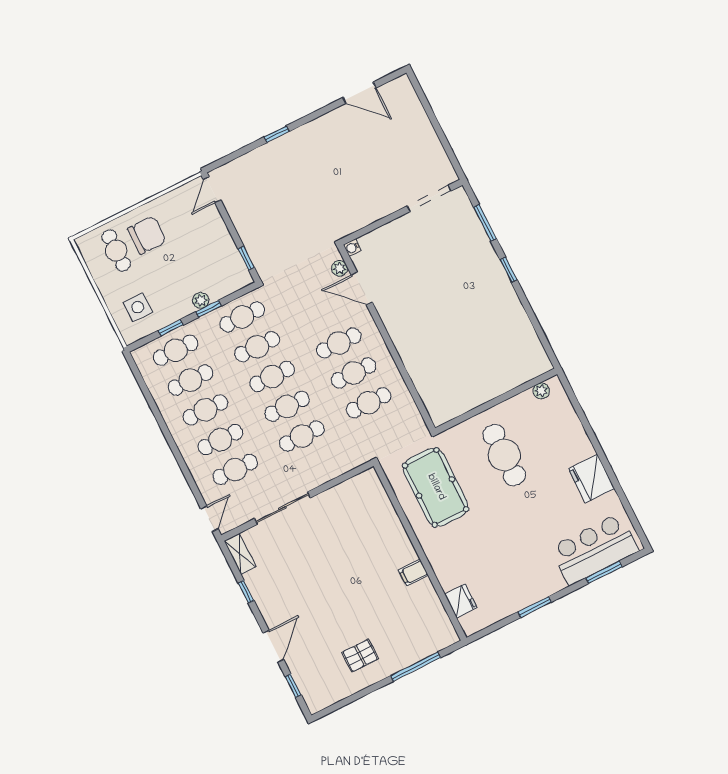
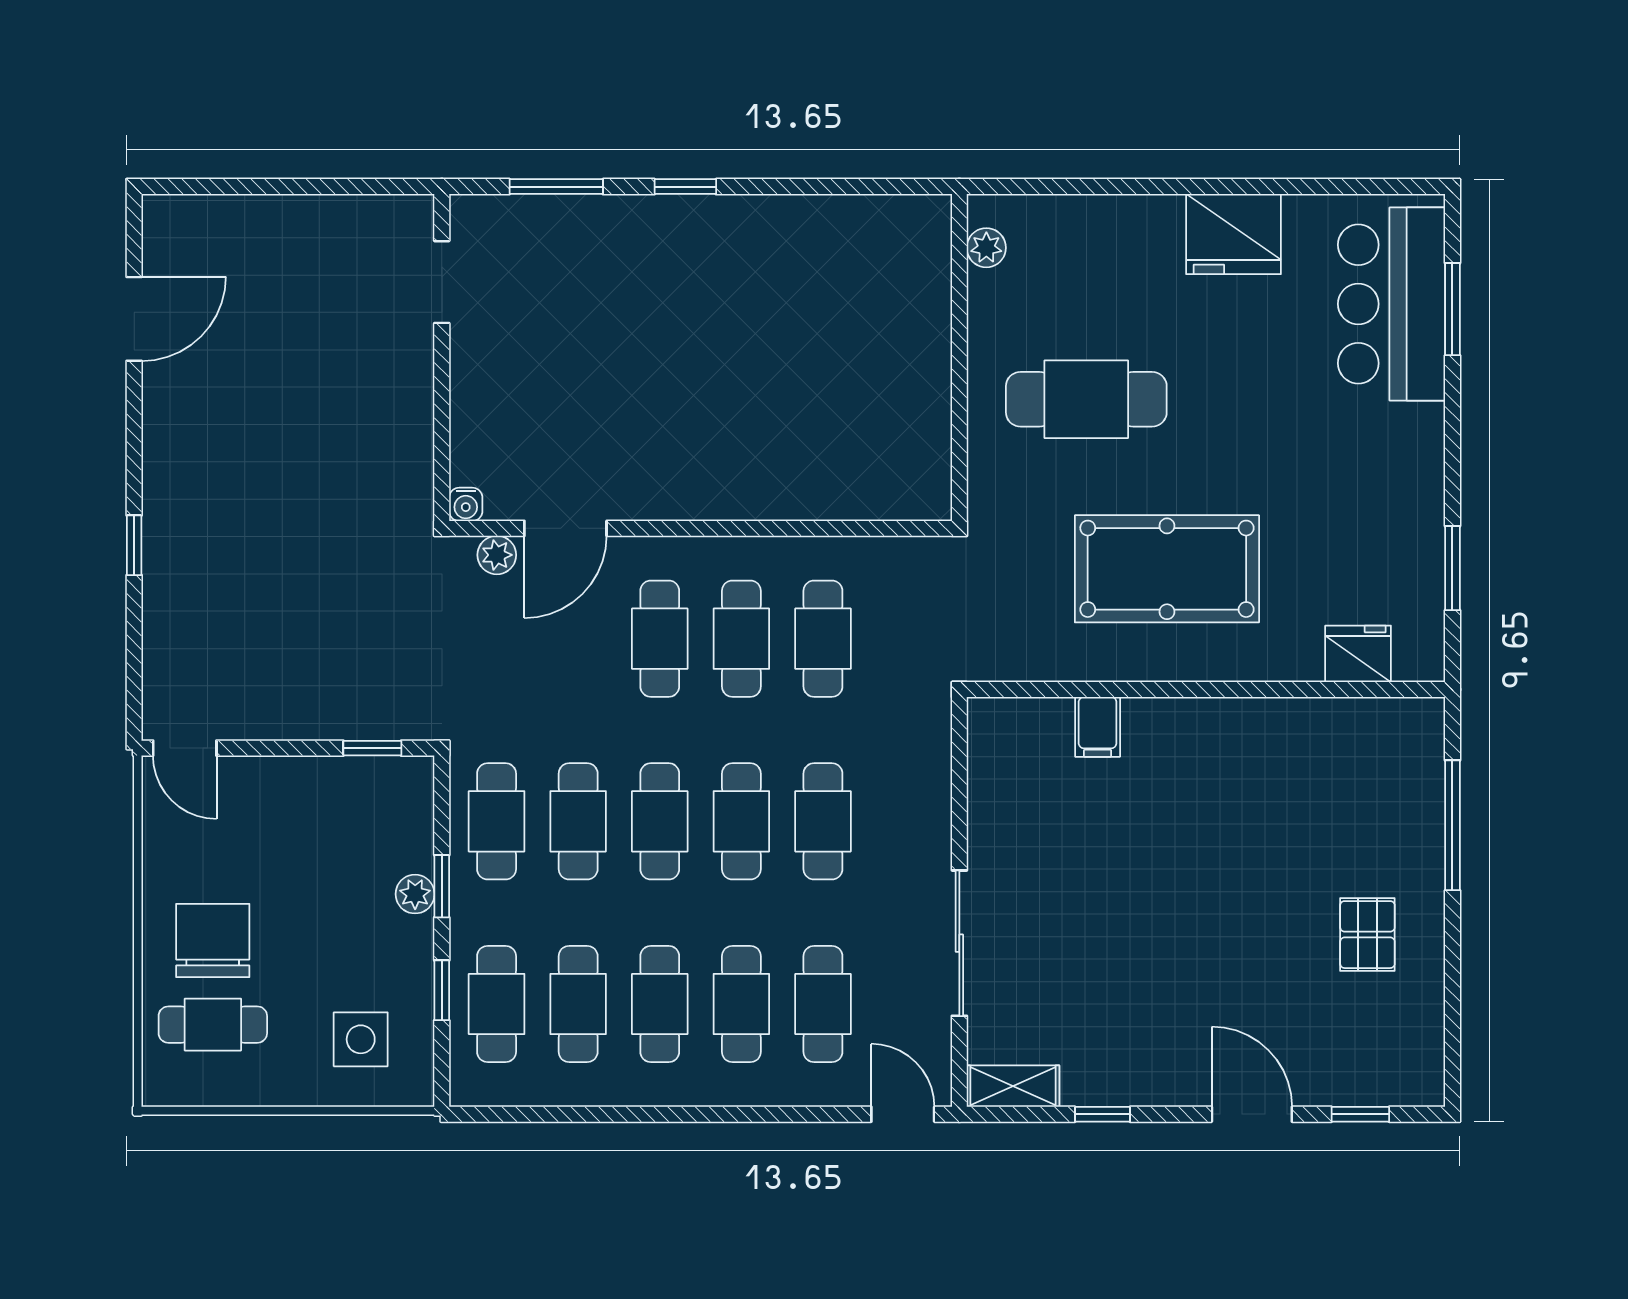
doorway: (429, 198) -> (442, 282), width x0.73
pool table: (436, 487) -> (1167, 569), moved
filing cabinet: (413, 573) -> (1098, 727), moved
window: (535, 607) -> (1452, 568), moved

